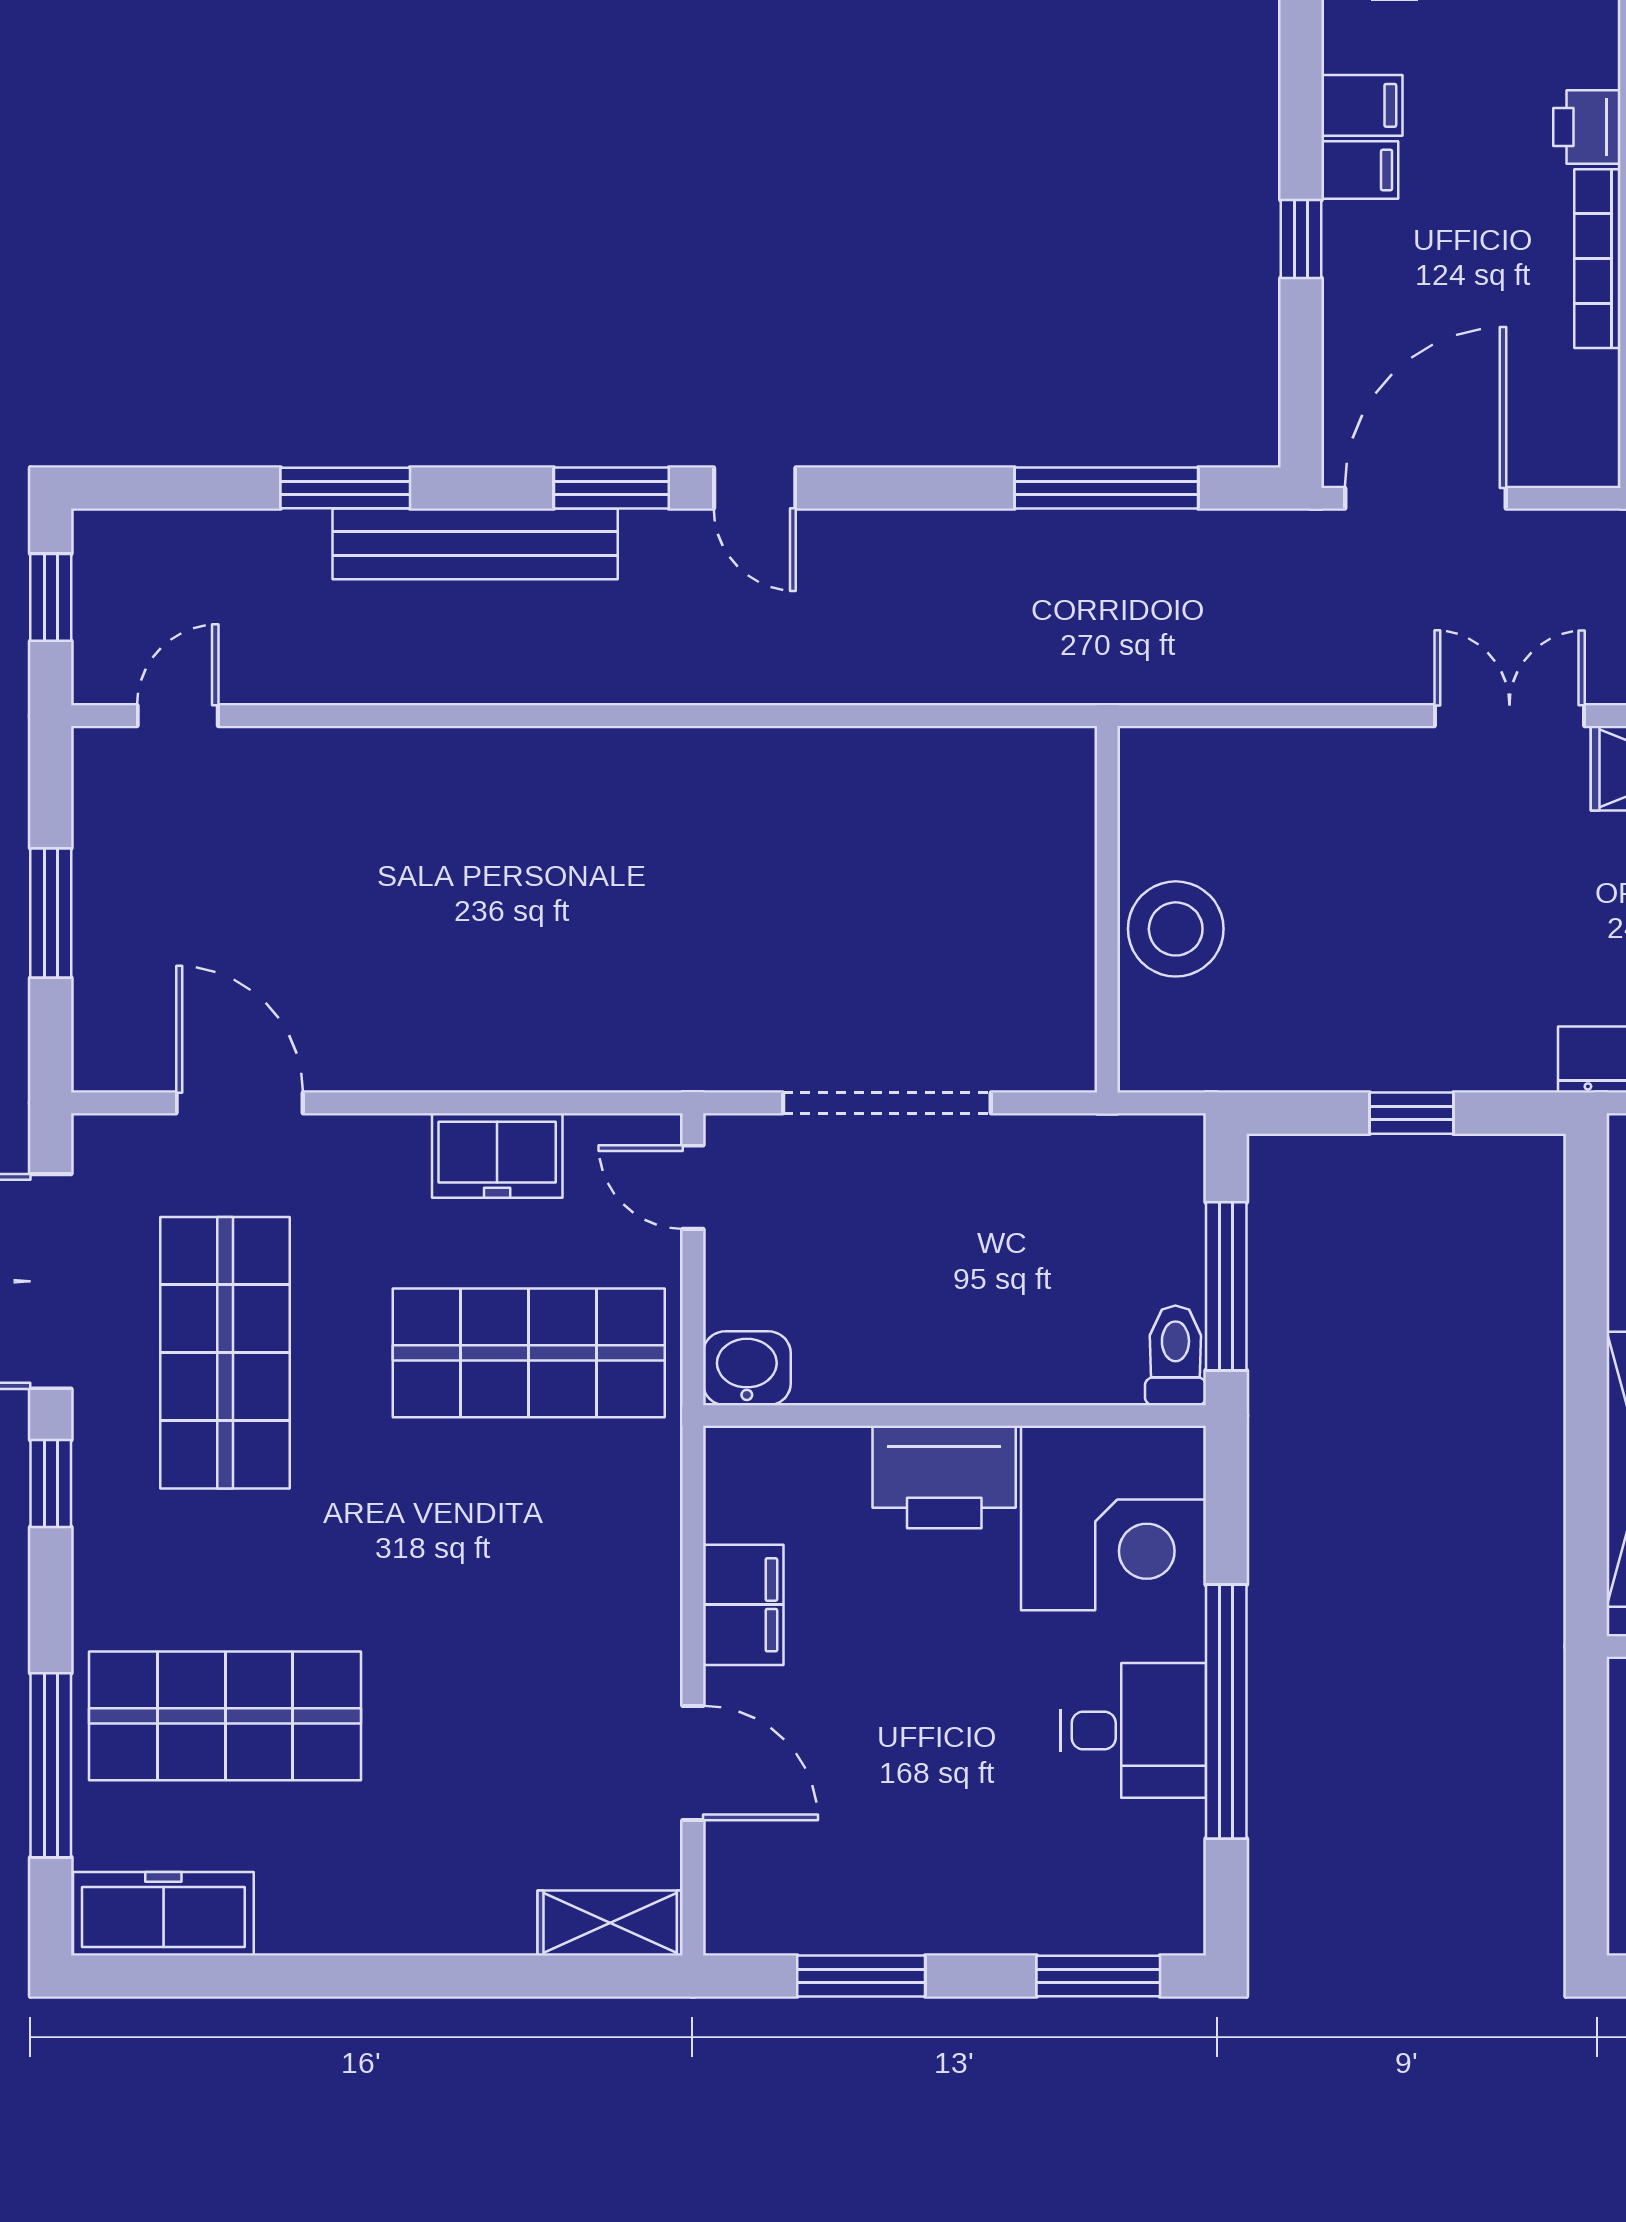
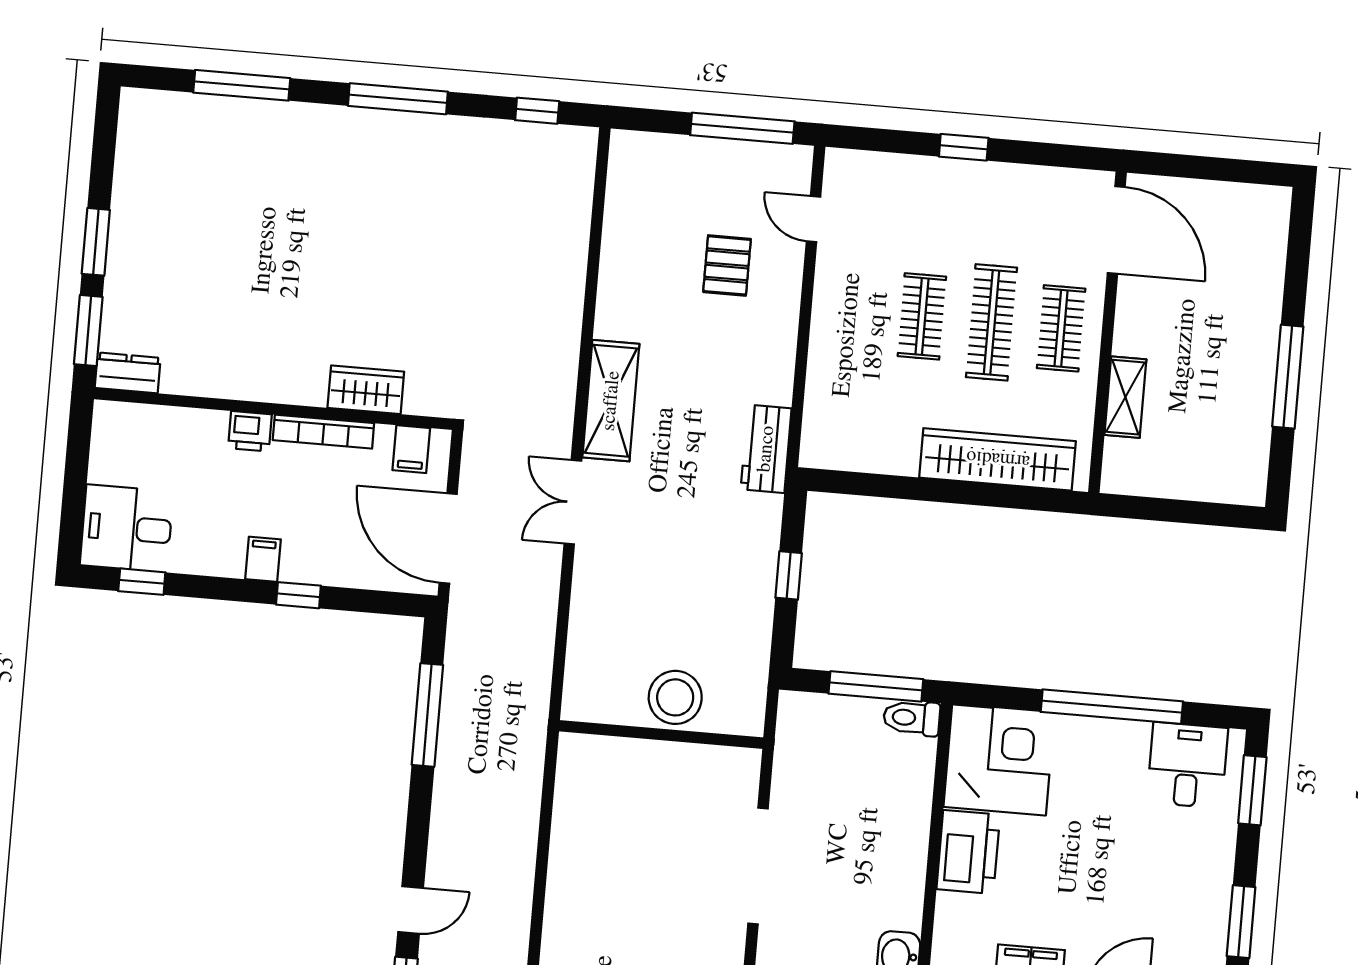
filing cabinet: (1362, 105) -> (411, 449), moved, turned 180
desk: (1133, 1730) -> (1187, 765), moved

